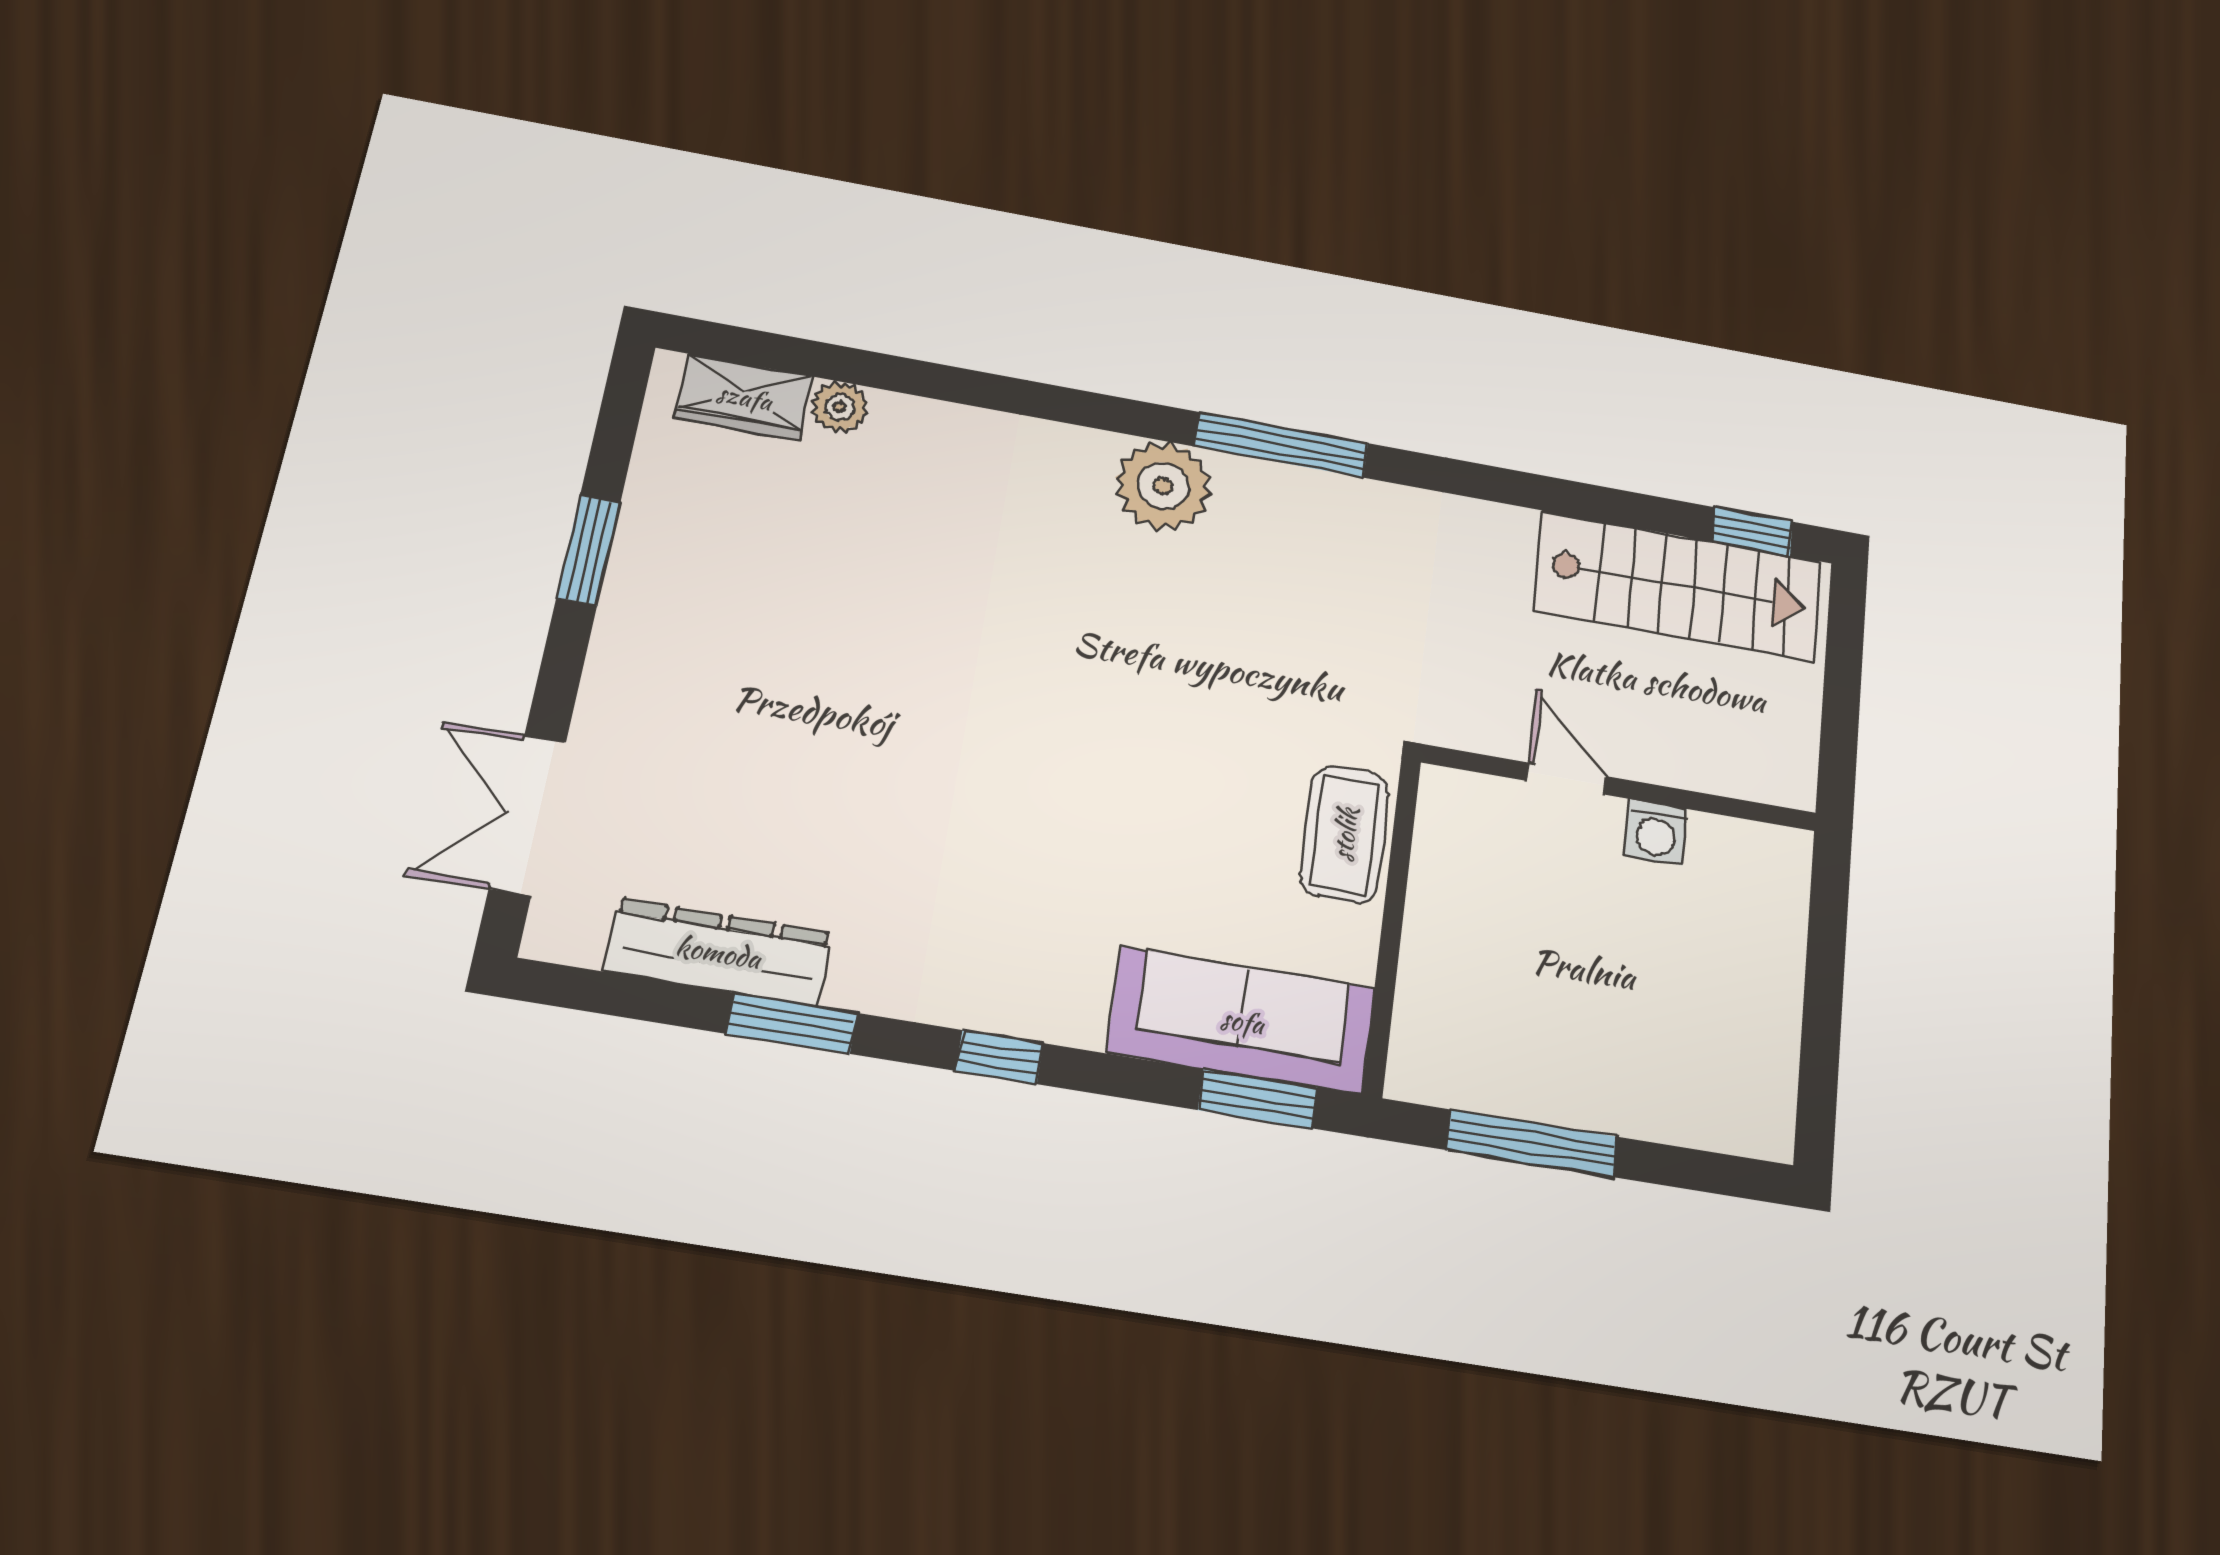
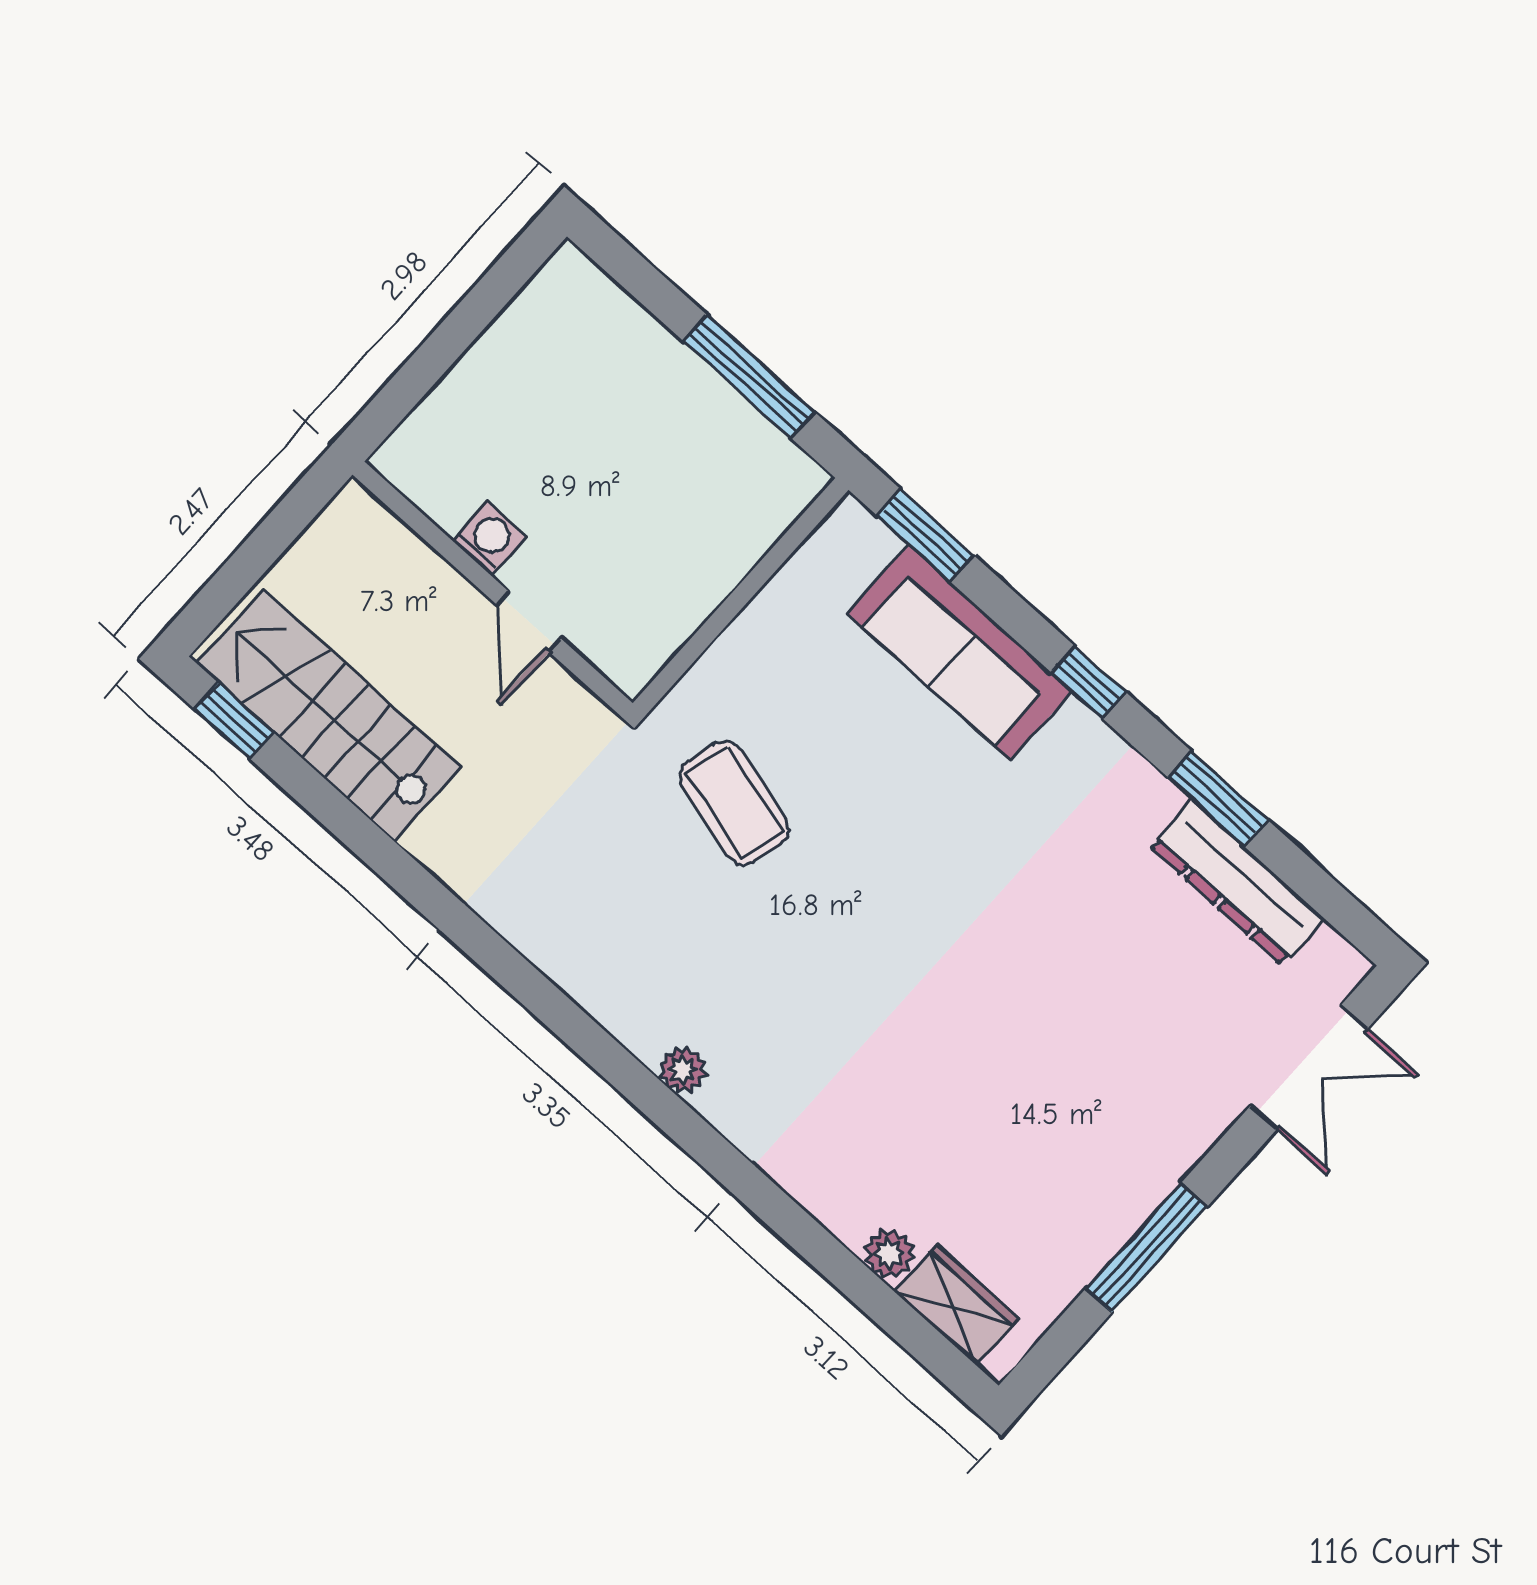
window: (1282, 445) -> (565, 1019), removed
plant: (1163, 486) -> (683, 1070), width x0.53, depth x0.53
window: (588, 550) -> (1146, 1248), width x1.44
coffee table: (1345, 834) -> (734, 803), moved, turned -75
sofa: (1242, 1021) -> (959, 652), moved

